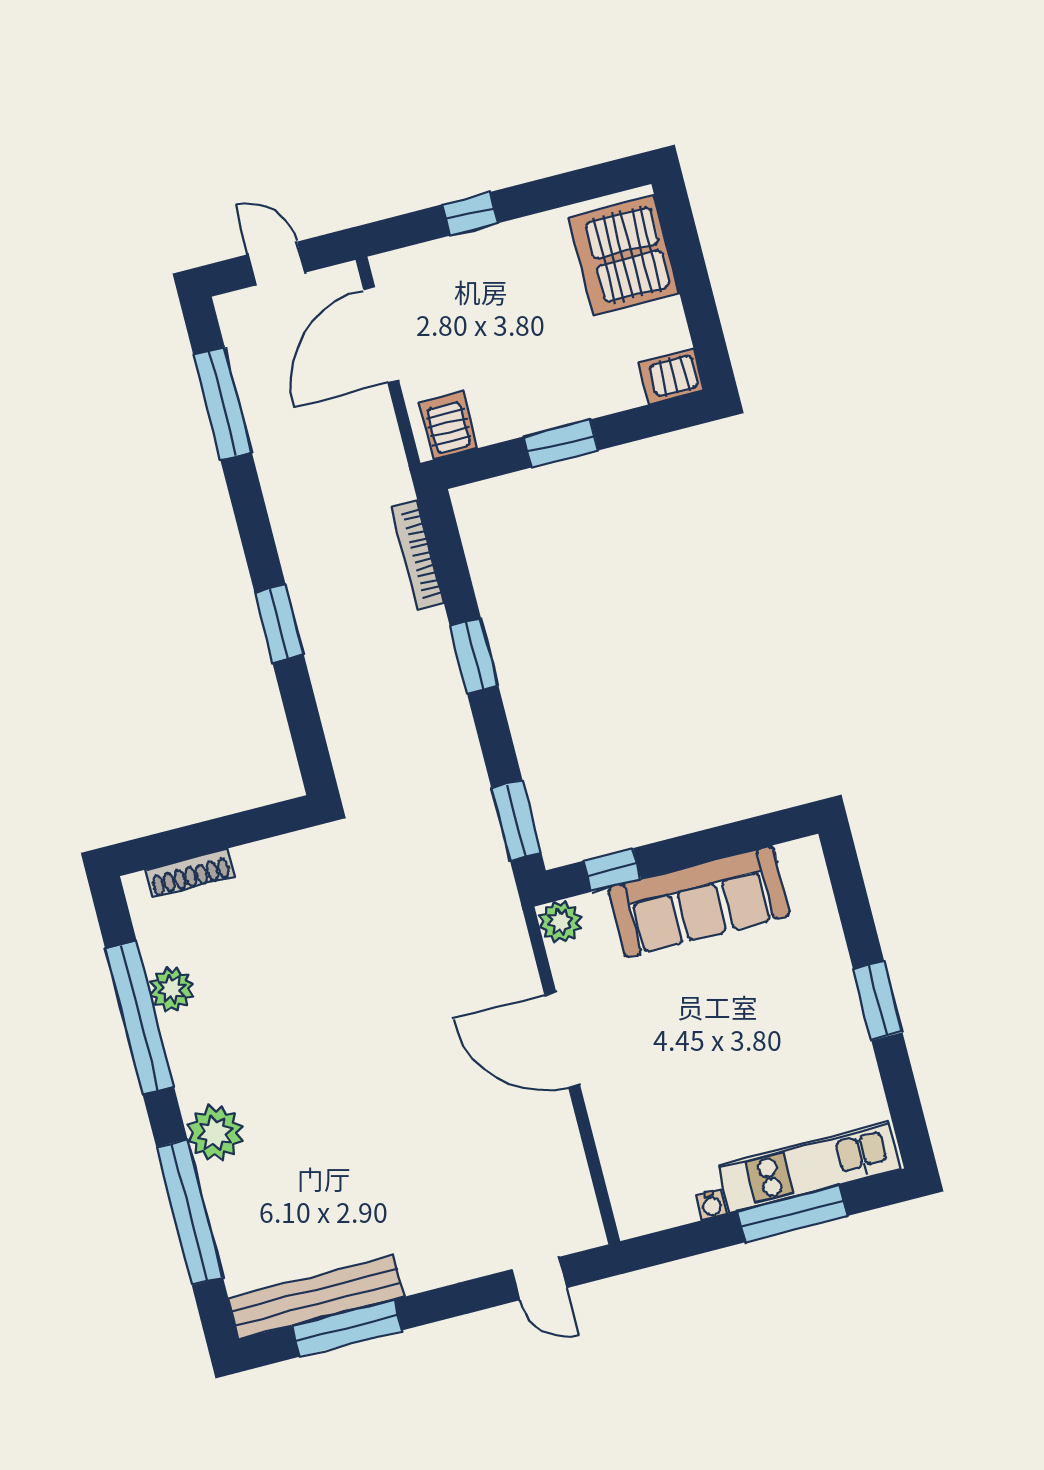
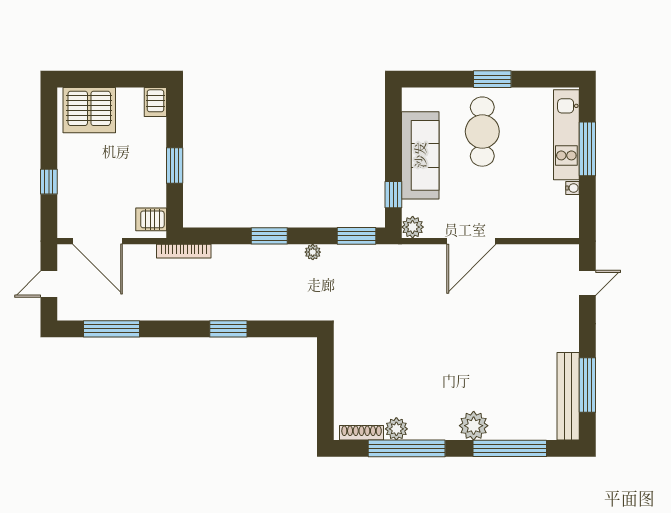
bookcase: (417, 555) -> (184, 251), moved
plant: (465, 746) -> (313, 252), added
shoe rack: (190, 873) -> (362, 433), moved, turned -90
cafe table: (774, 1007) -> (482, 132), added

